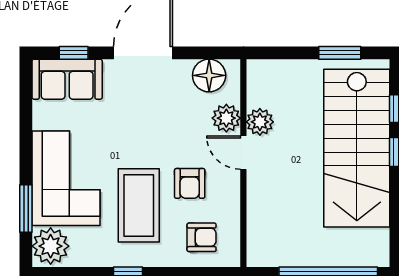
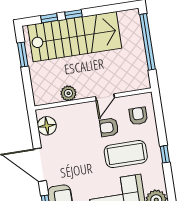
plant: (226, 118) -> (69, 112), removed
door: (243, 153) -> (105, 97), moved
armchair: (190, 183) -> (109, 127), turned 180

